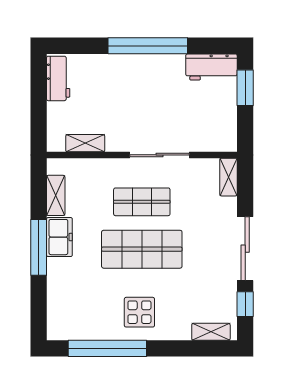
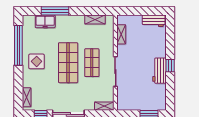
window: (148, 46) -> (170, 66), width x0.32
workbench: (211, 67) -> (159, 71), moved
freezer: (59, 237) -> (45, 21), moved
window: (39, 247) -> (55, 11), moved

